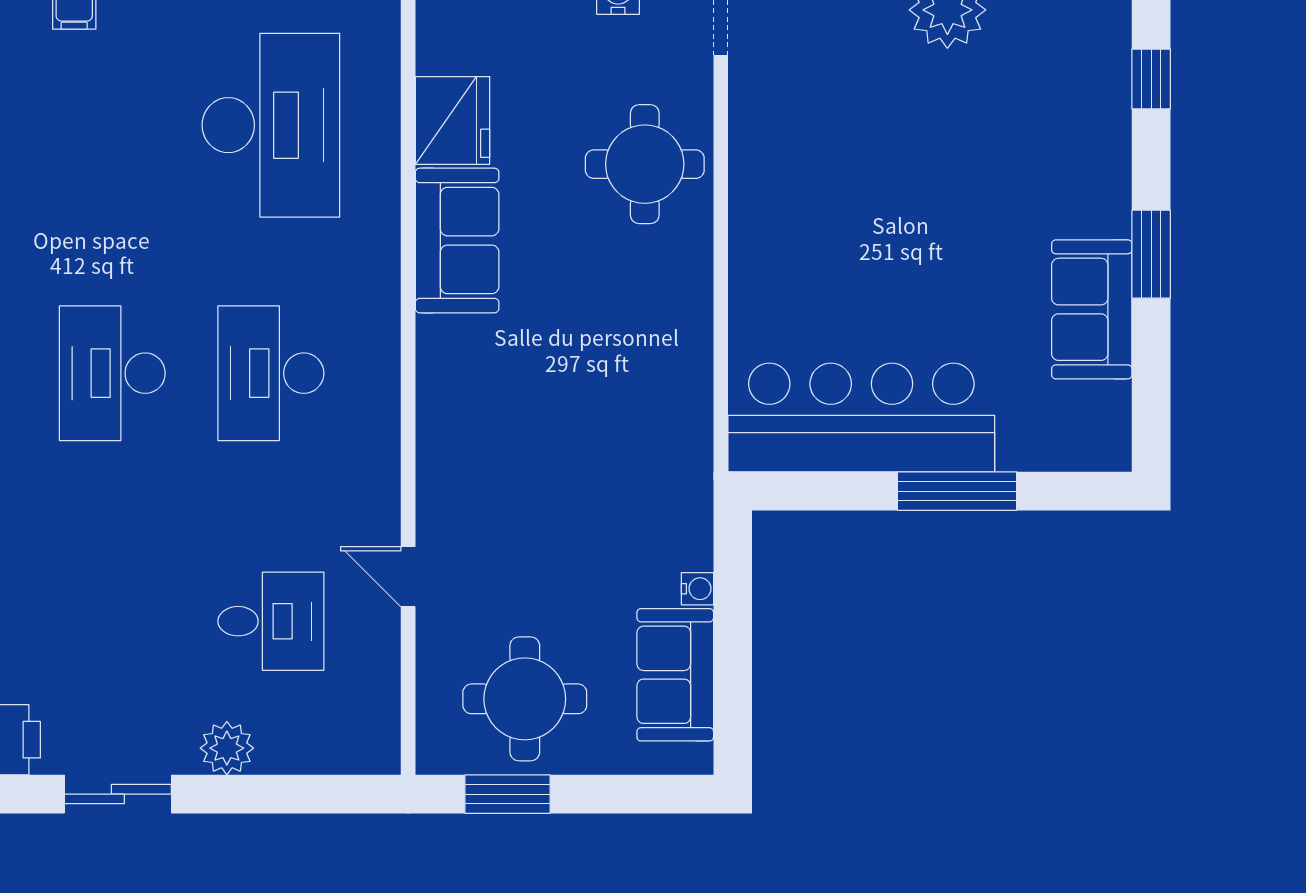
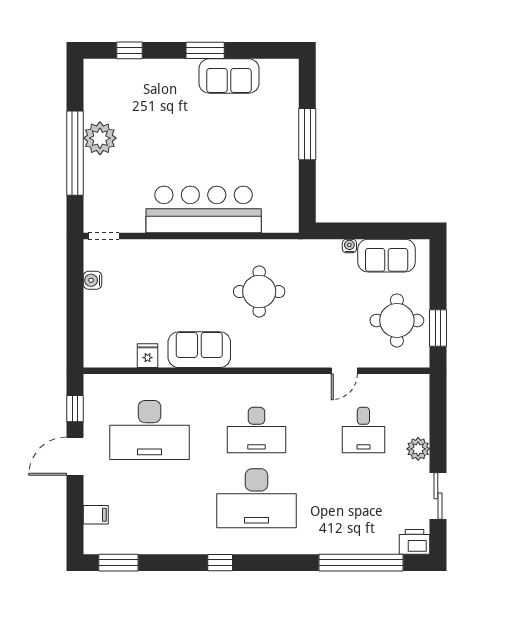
fridge: (452, 120) -> (148, 356), width x0.53, depth x0.75
desk: (271, 125) -> (150, 430), turned 180
round table: (645, 164) -> (259, 292), moved
desk: (112, 373) -> (256, 498), width x1.36, depth x1.30
bar counter: (861, 417) -> (204, 209), moved, turned 90
desk: (271, 621) -> (363, 430), turned 180

